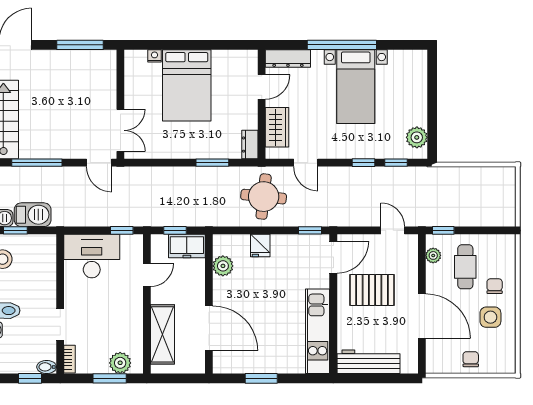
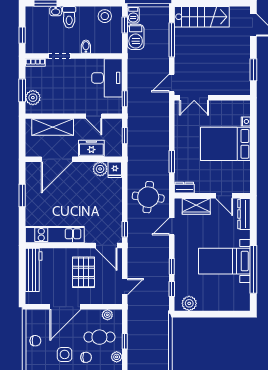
window: (80, 45) -> (253, 70), width x0.69
window: (342, 45) -> (253, 269), moved
window: (443, 230) -> (125, 341), moved
plant: (494, 242) -> (117, 357), added
freezer: (187, 246) -> (91, 148), moved, turned 90
fridge: (260, 246) -> (115, 170), moved, turned -90
bidet: (47, 367) -> (86, 47), moved

